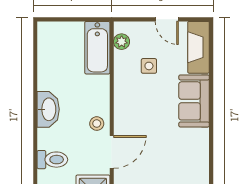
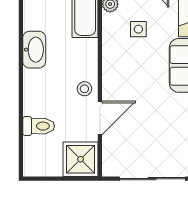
washbasin: (48, 109) -> (34, 50), moved

